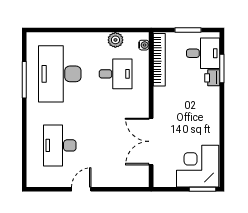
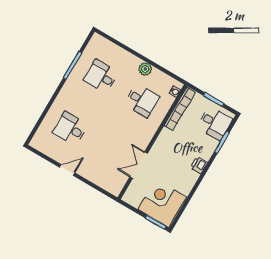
plant: (115, 40) -> (145, 69), moved
desk: (60, 74) -> (101, 76), width x0.53, depth x0.77
printer: (212, 78) -> (199, 165), moved
double door: (151, 141) -> (139, 165), width x0.73
desk: (60, 145) -> (70, 129), width x0.73

